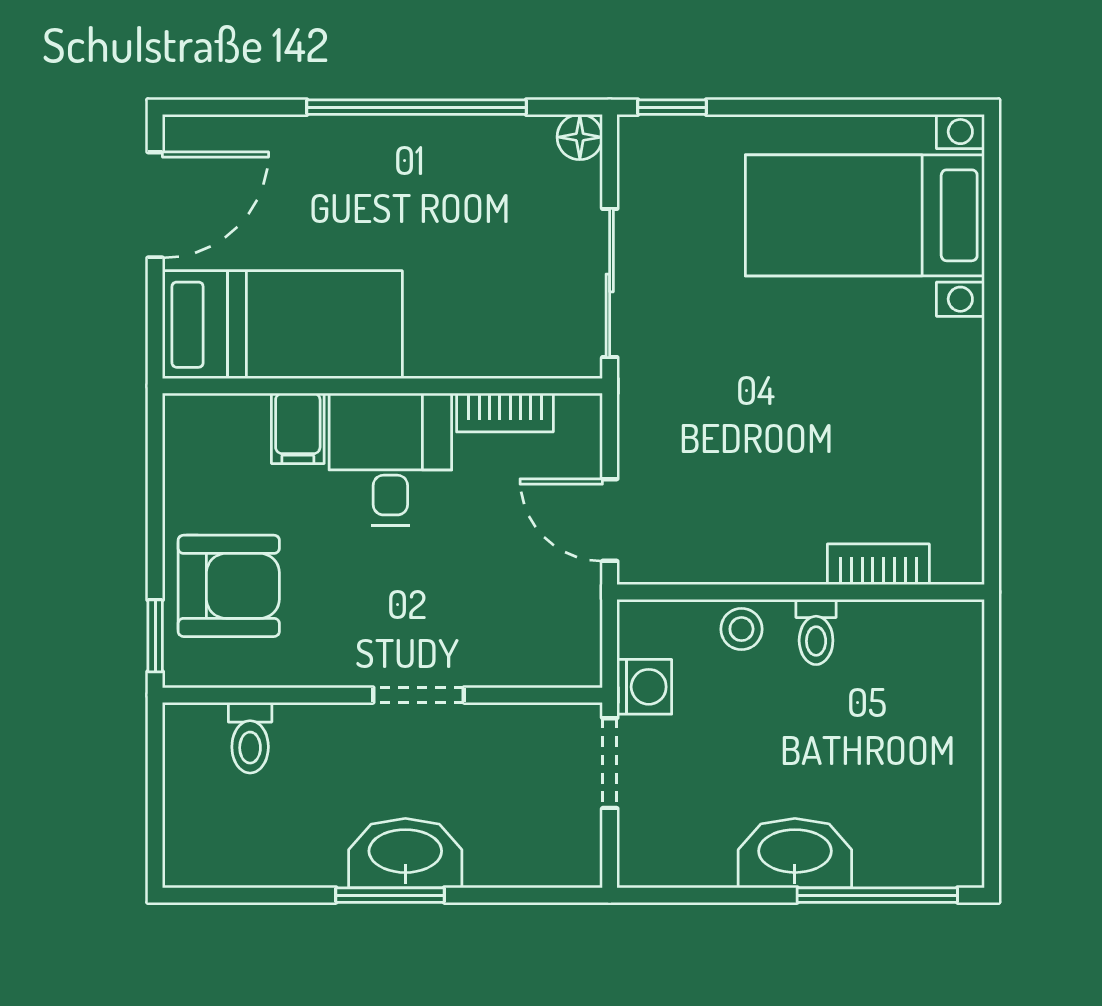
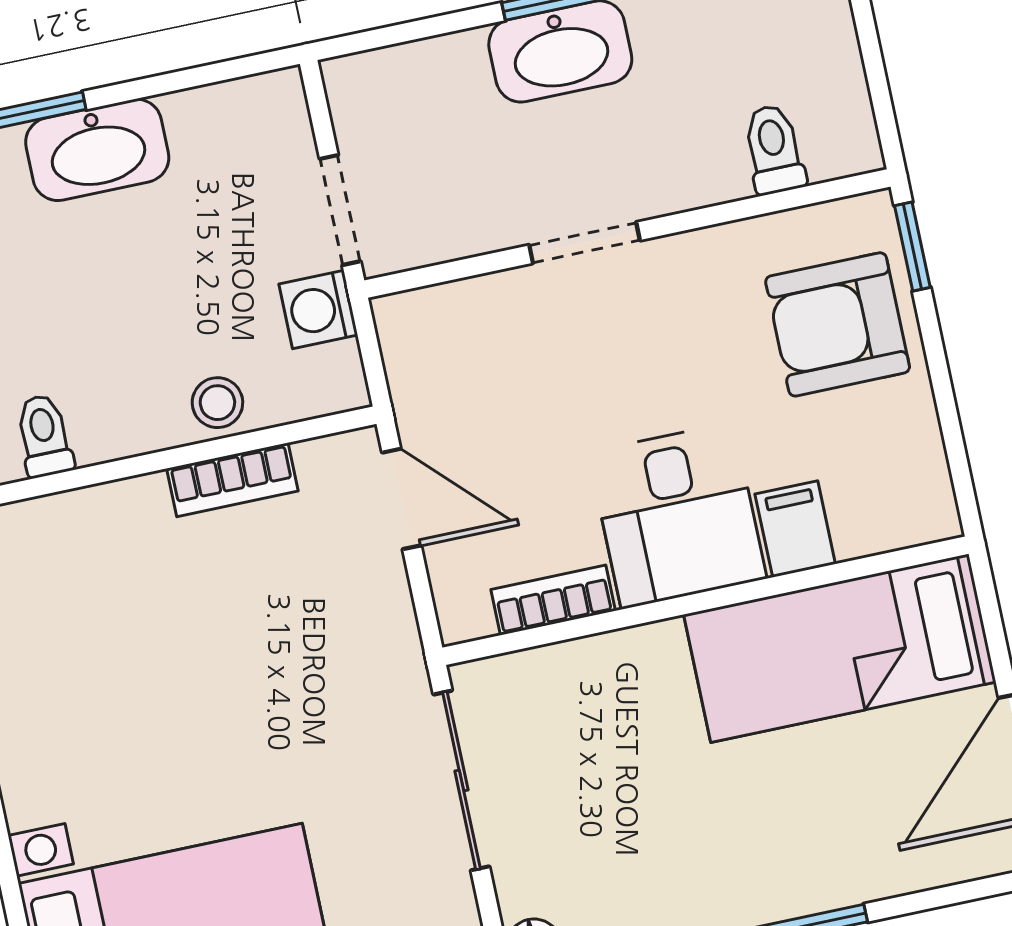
bookcase: (878, 564) -> (232, 480), moved
toilet: (816, 632) -> (44, 436), moved

